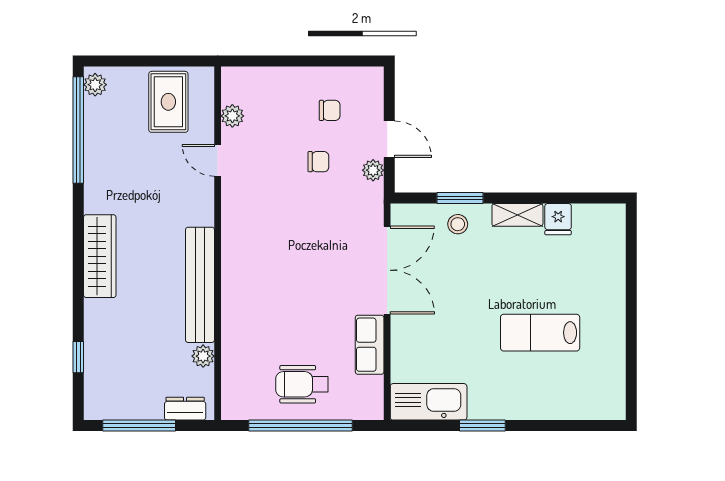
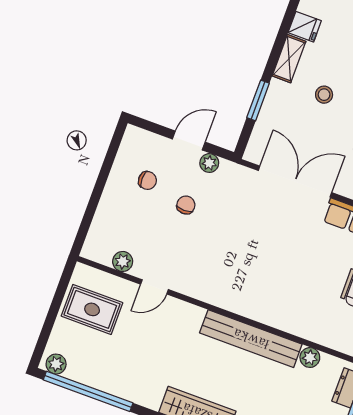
chair: (330, 110) -> (147, 180), turned 90
stool: (458, 224) -> (324, 95), moved

